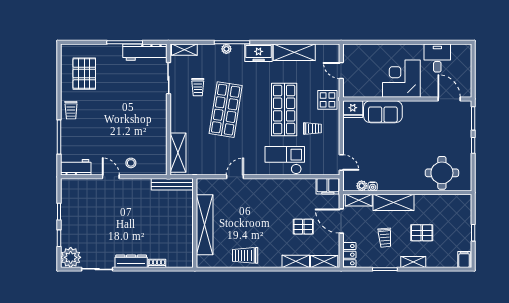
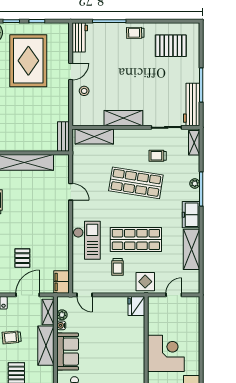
sofa: (383, 112) -> (68, 352), moved, turned 180
shelving: (159, 122) -> (123, 118), added
door: (341, 162) -> (85, 295), hinge flipped
bench: (172, 184) -> (63, 136), width x0.73
rug: (100, 220) -> (28, 61), added

